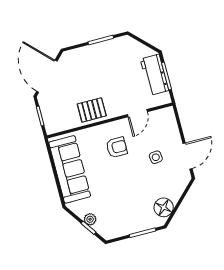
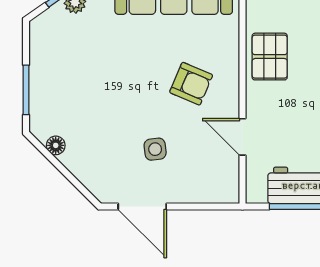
armchair: (117, 147) -> (191, 84), turned -67
floor lamp: (164, 207) -> (56, 145), width x0.53, depth x0.53

